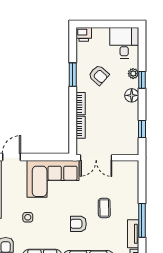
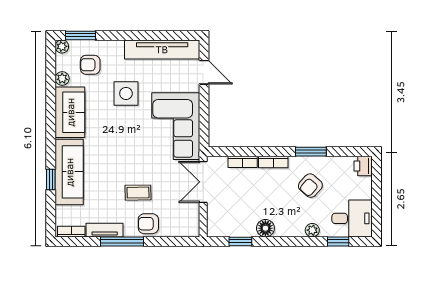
window: (142, 80) -> (338, 241), moved
floor lamp: (132, 95) -> (265, 228), moved
side table: (28, 217) -> (126, 93), width x1.87, depth x1.87
armchair: (78, 224) -> (148, 224), moved, turned -90

